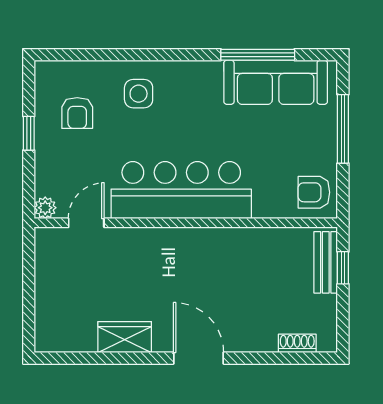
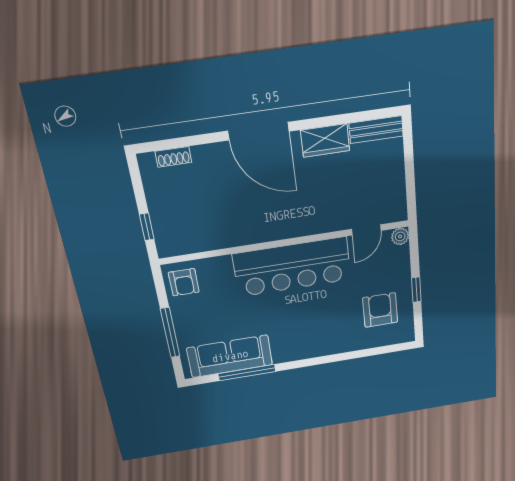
side table: (139, 94) -> (334, 331), removed
armchair: (77, 113) -> (380, 310), width x1.38, depth x1.38
armchair: (314, 192) -> (184, 282), turned 90
bench: (326, 262) -> (376, 130), moved, turned 90
door: (199, 358) -> (259, 131), width x1.36

